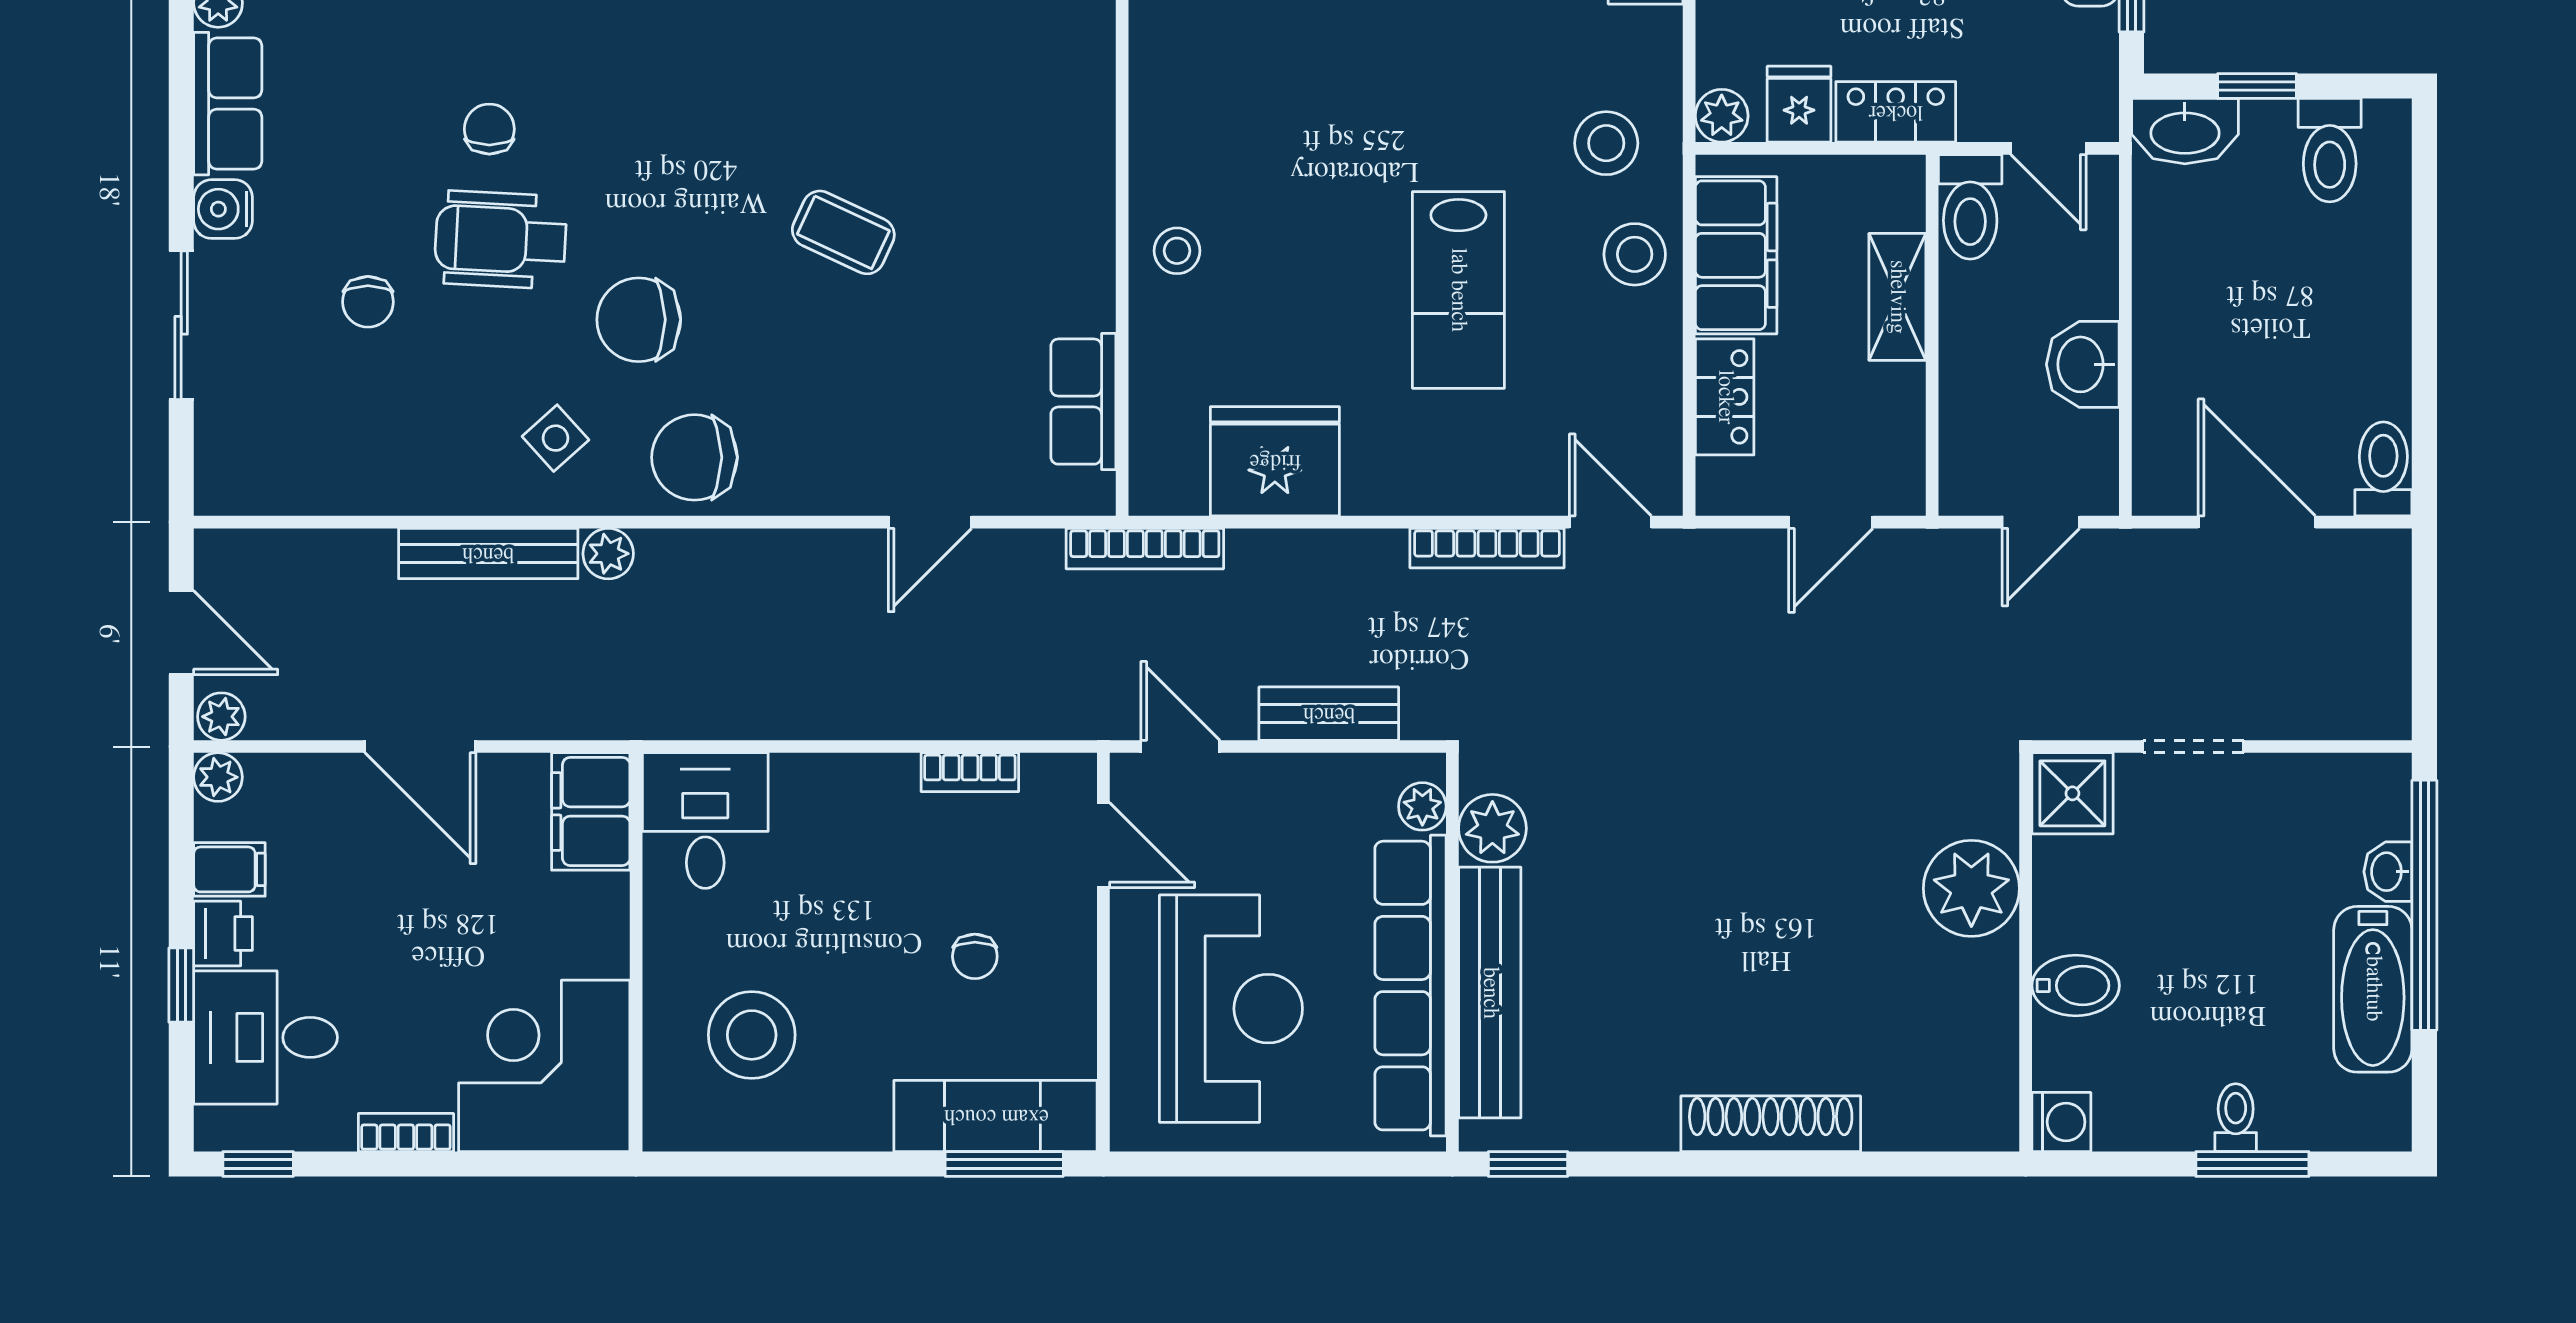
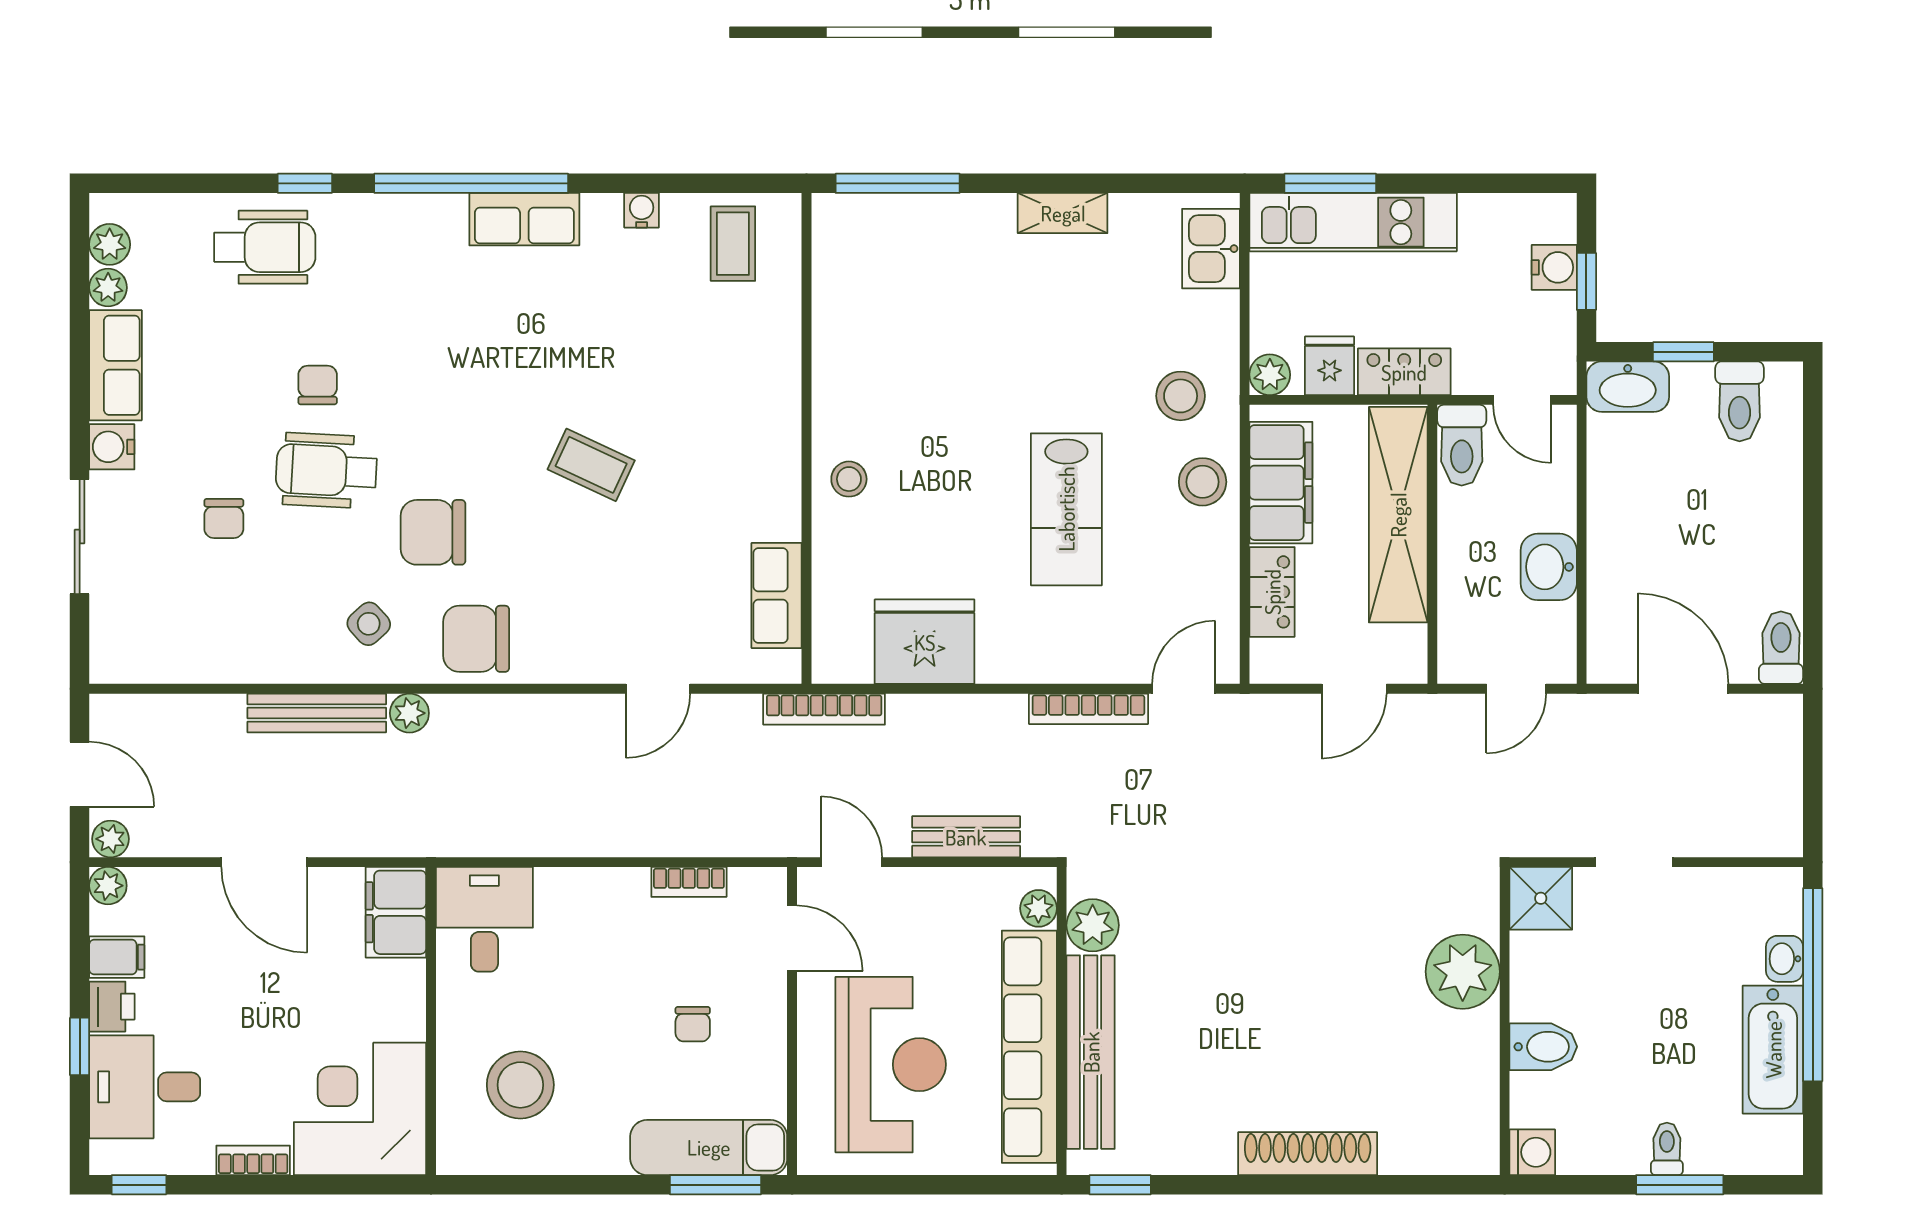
shelving: (1897, 297) -> (1398, 515), width x2.20, depth x1.33
door: (1610, 522) -> (1184, 689), hinge flipped

